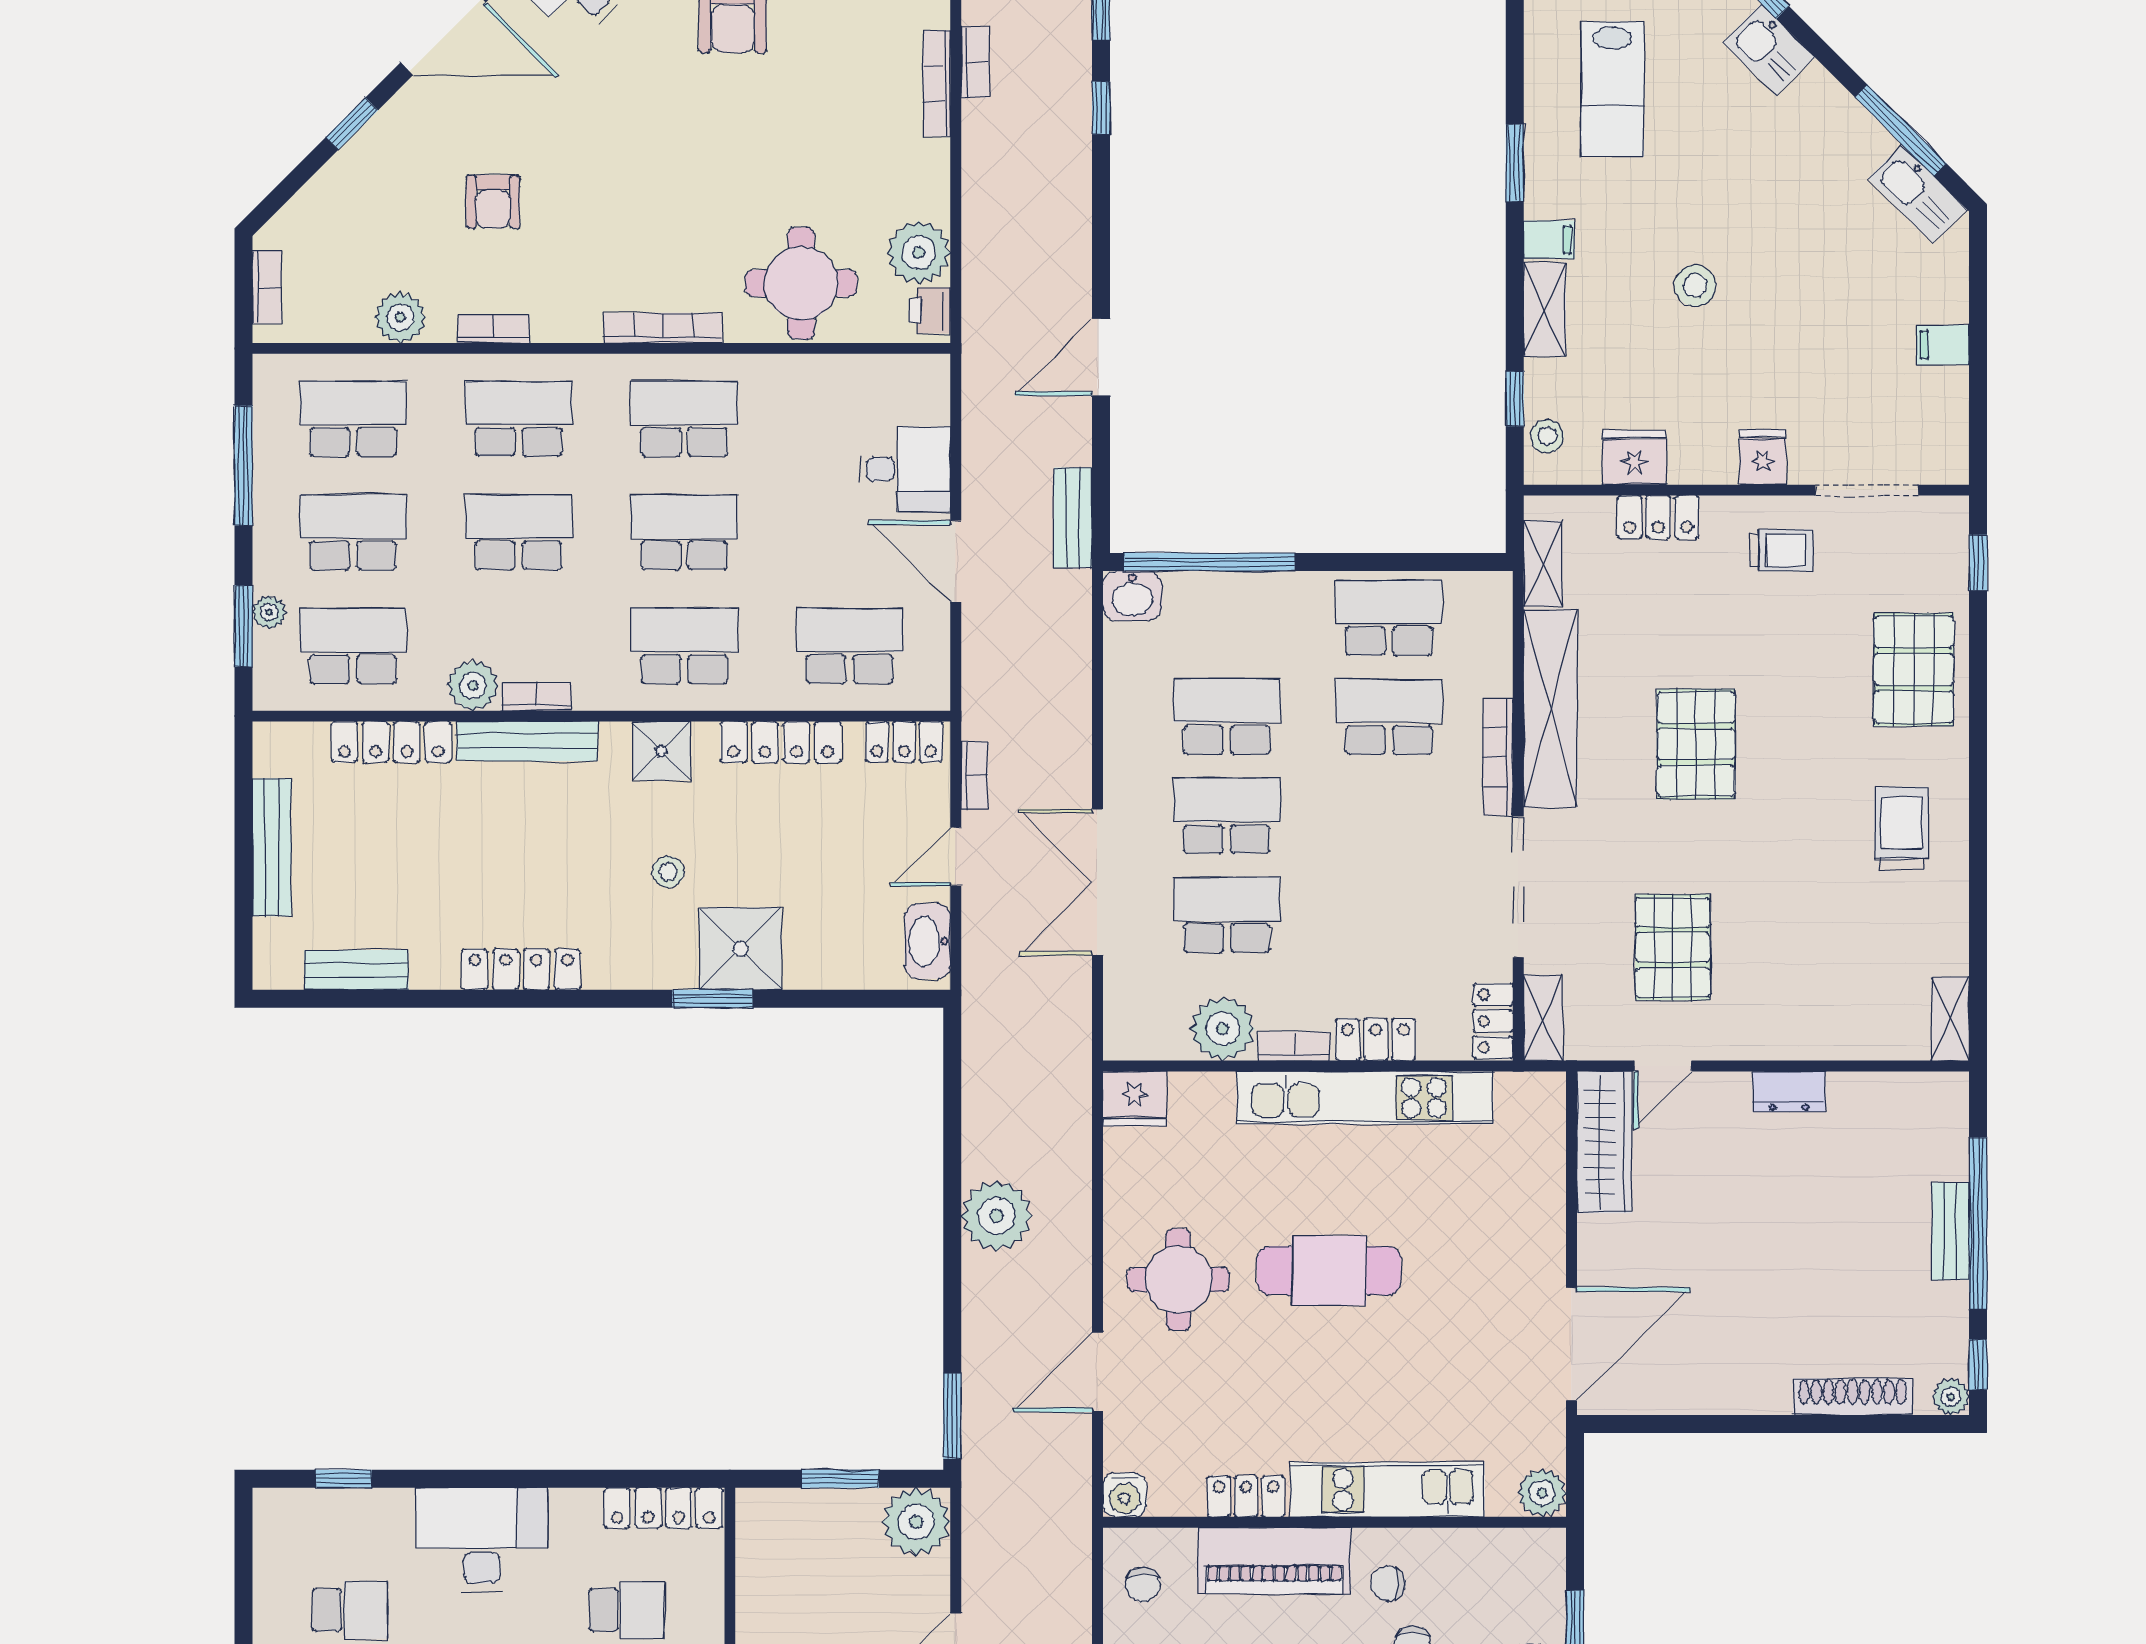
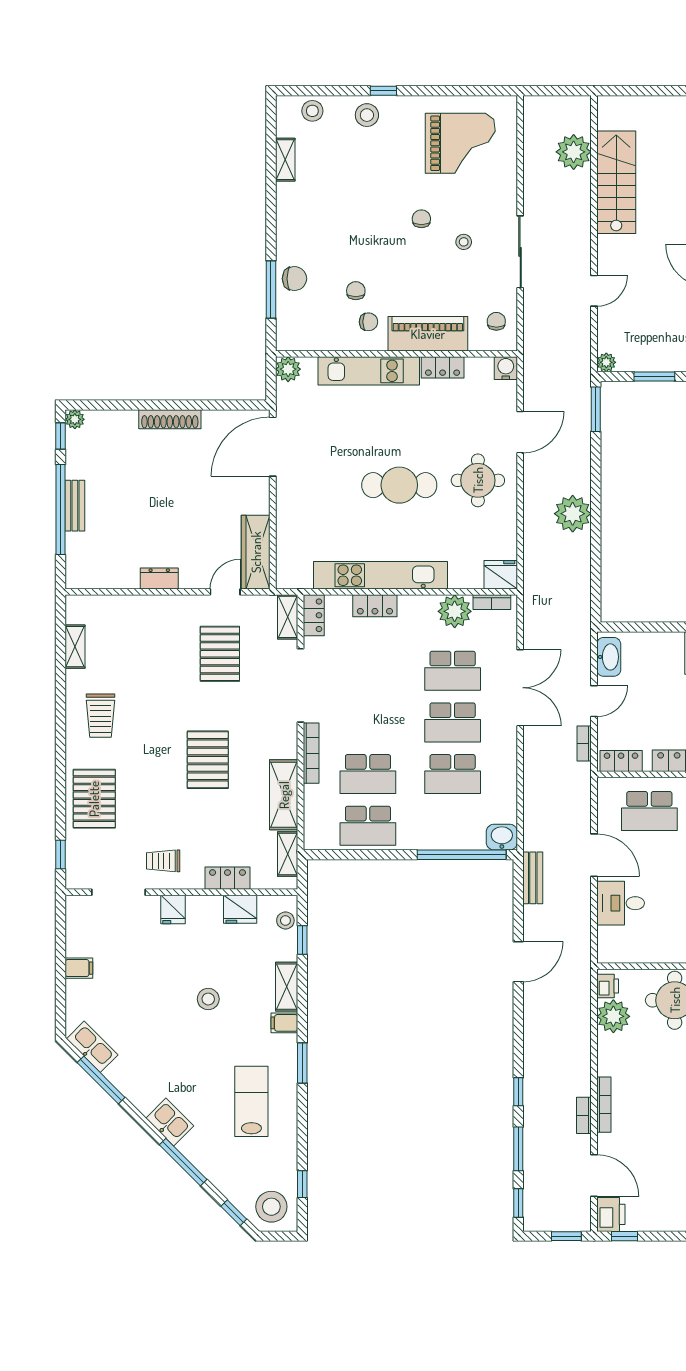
shelving: (1551, 709) -> (284, 795), width x0.68
shelving: (1950, 1019) -> (75, 647), moved
bookcase: (1294, 1046) -> (492, 602), moved
shoe rack: (1853, 1397) -> (170, 419), moved
plant: (916, 1522) -> (606, 362), width x0.53, depth x0.53

